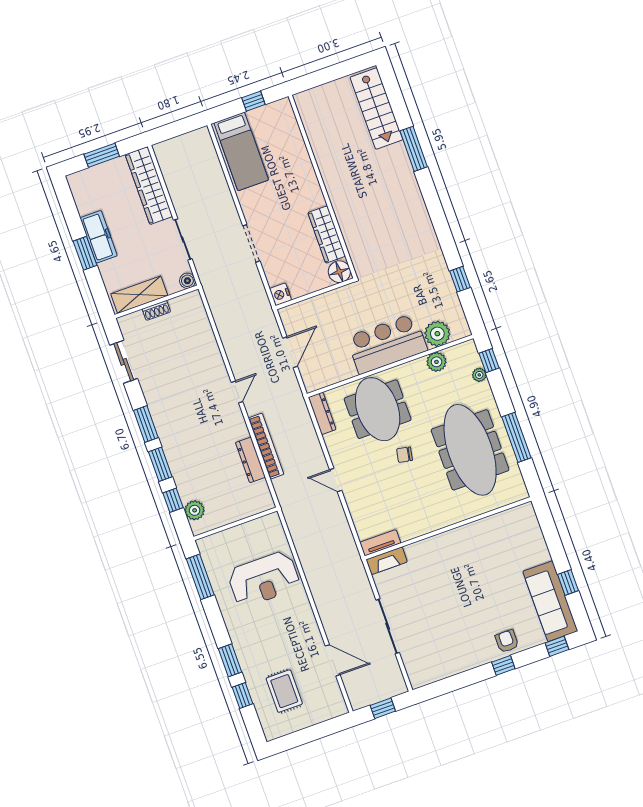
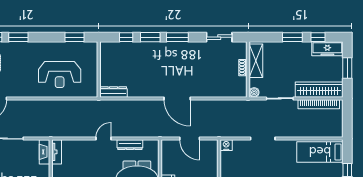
window: (71, 215) -> (318, 37), added
freezer: (99, 237) -> (327, 49), moved
door: (237, 392) -> (177, 98), width x1.88
dresser: (322, 413) -> (130, 145), moved
bookcase: (266, 446) -> (319, 104), moved
dresser: (250, 460) -> (114, 92), moved
plant: (195, 510) -> (115, 48), removed
window: (200, 577) -> (74, 37), width x0.69
reception desk: (264, 579) -> (60, 75), turned -90

